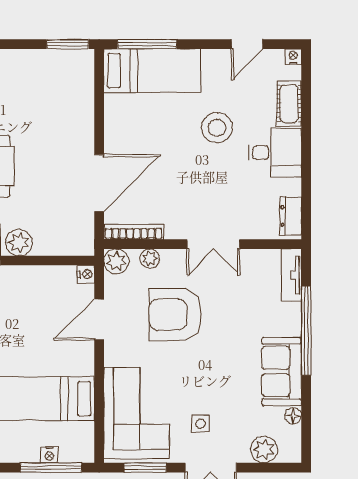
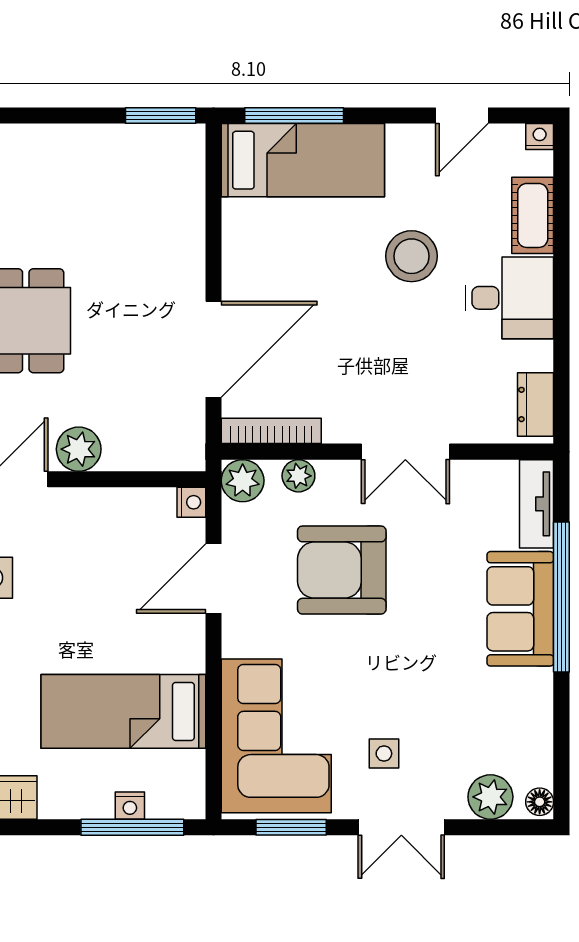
sofa: (282, 371) -> (520, 609), moved
floor lamp: (293, 416) -> (540, 802), moved

